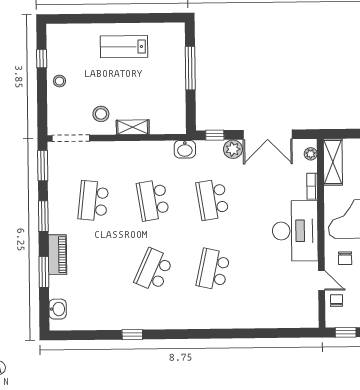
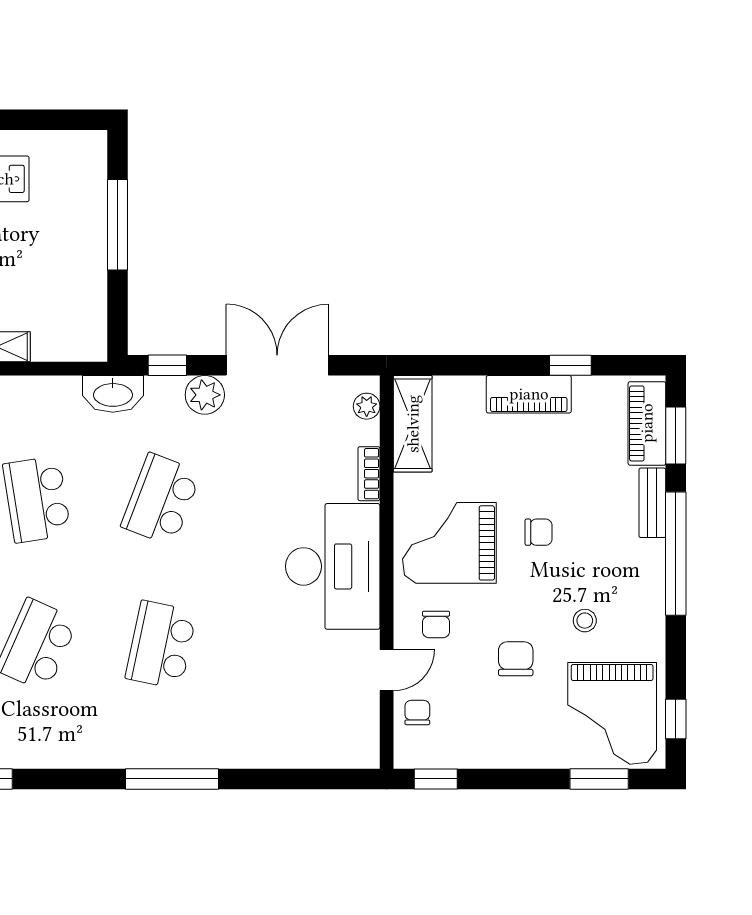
double door: (268, 135) -> (277, 365), swing flipped
washbasin: (185, 149) -> (113, 394), width x1.38
school desk: (212, 200) -> (161, 499), turned 30
door: (322, 280) -> (387, 670), hinge flipped
window: (219, 334) -> (172, 779), added

